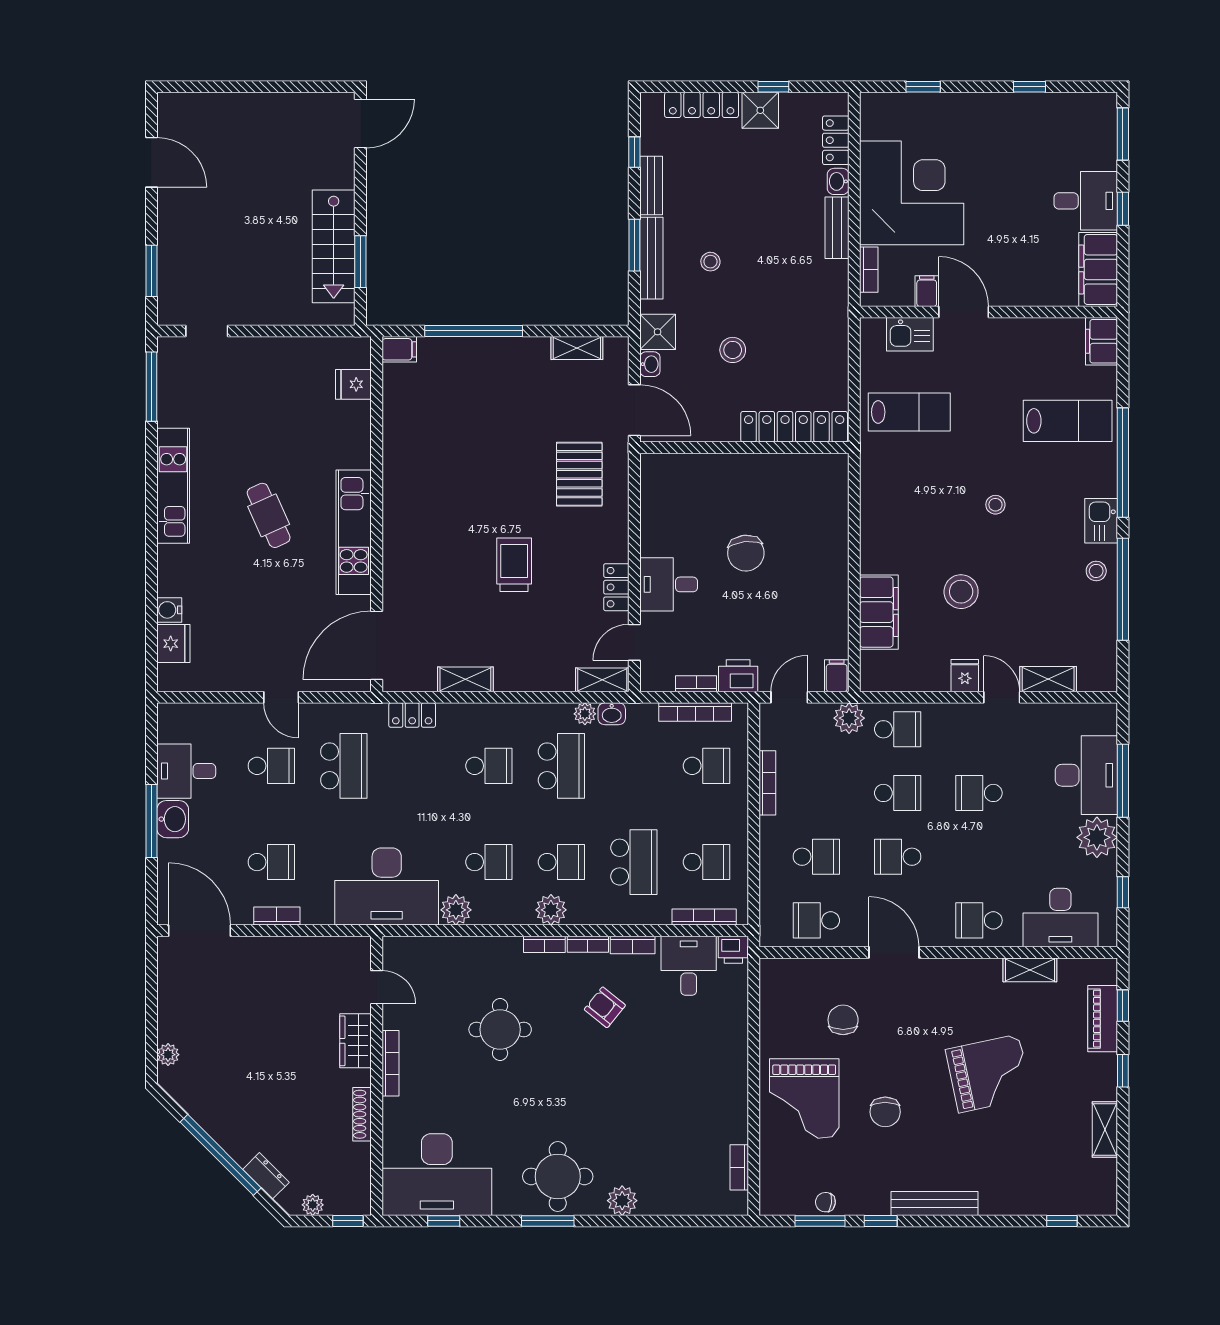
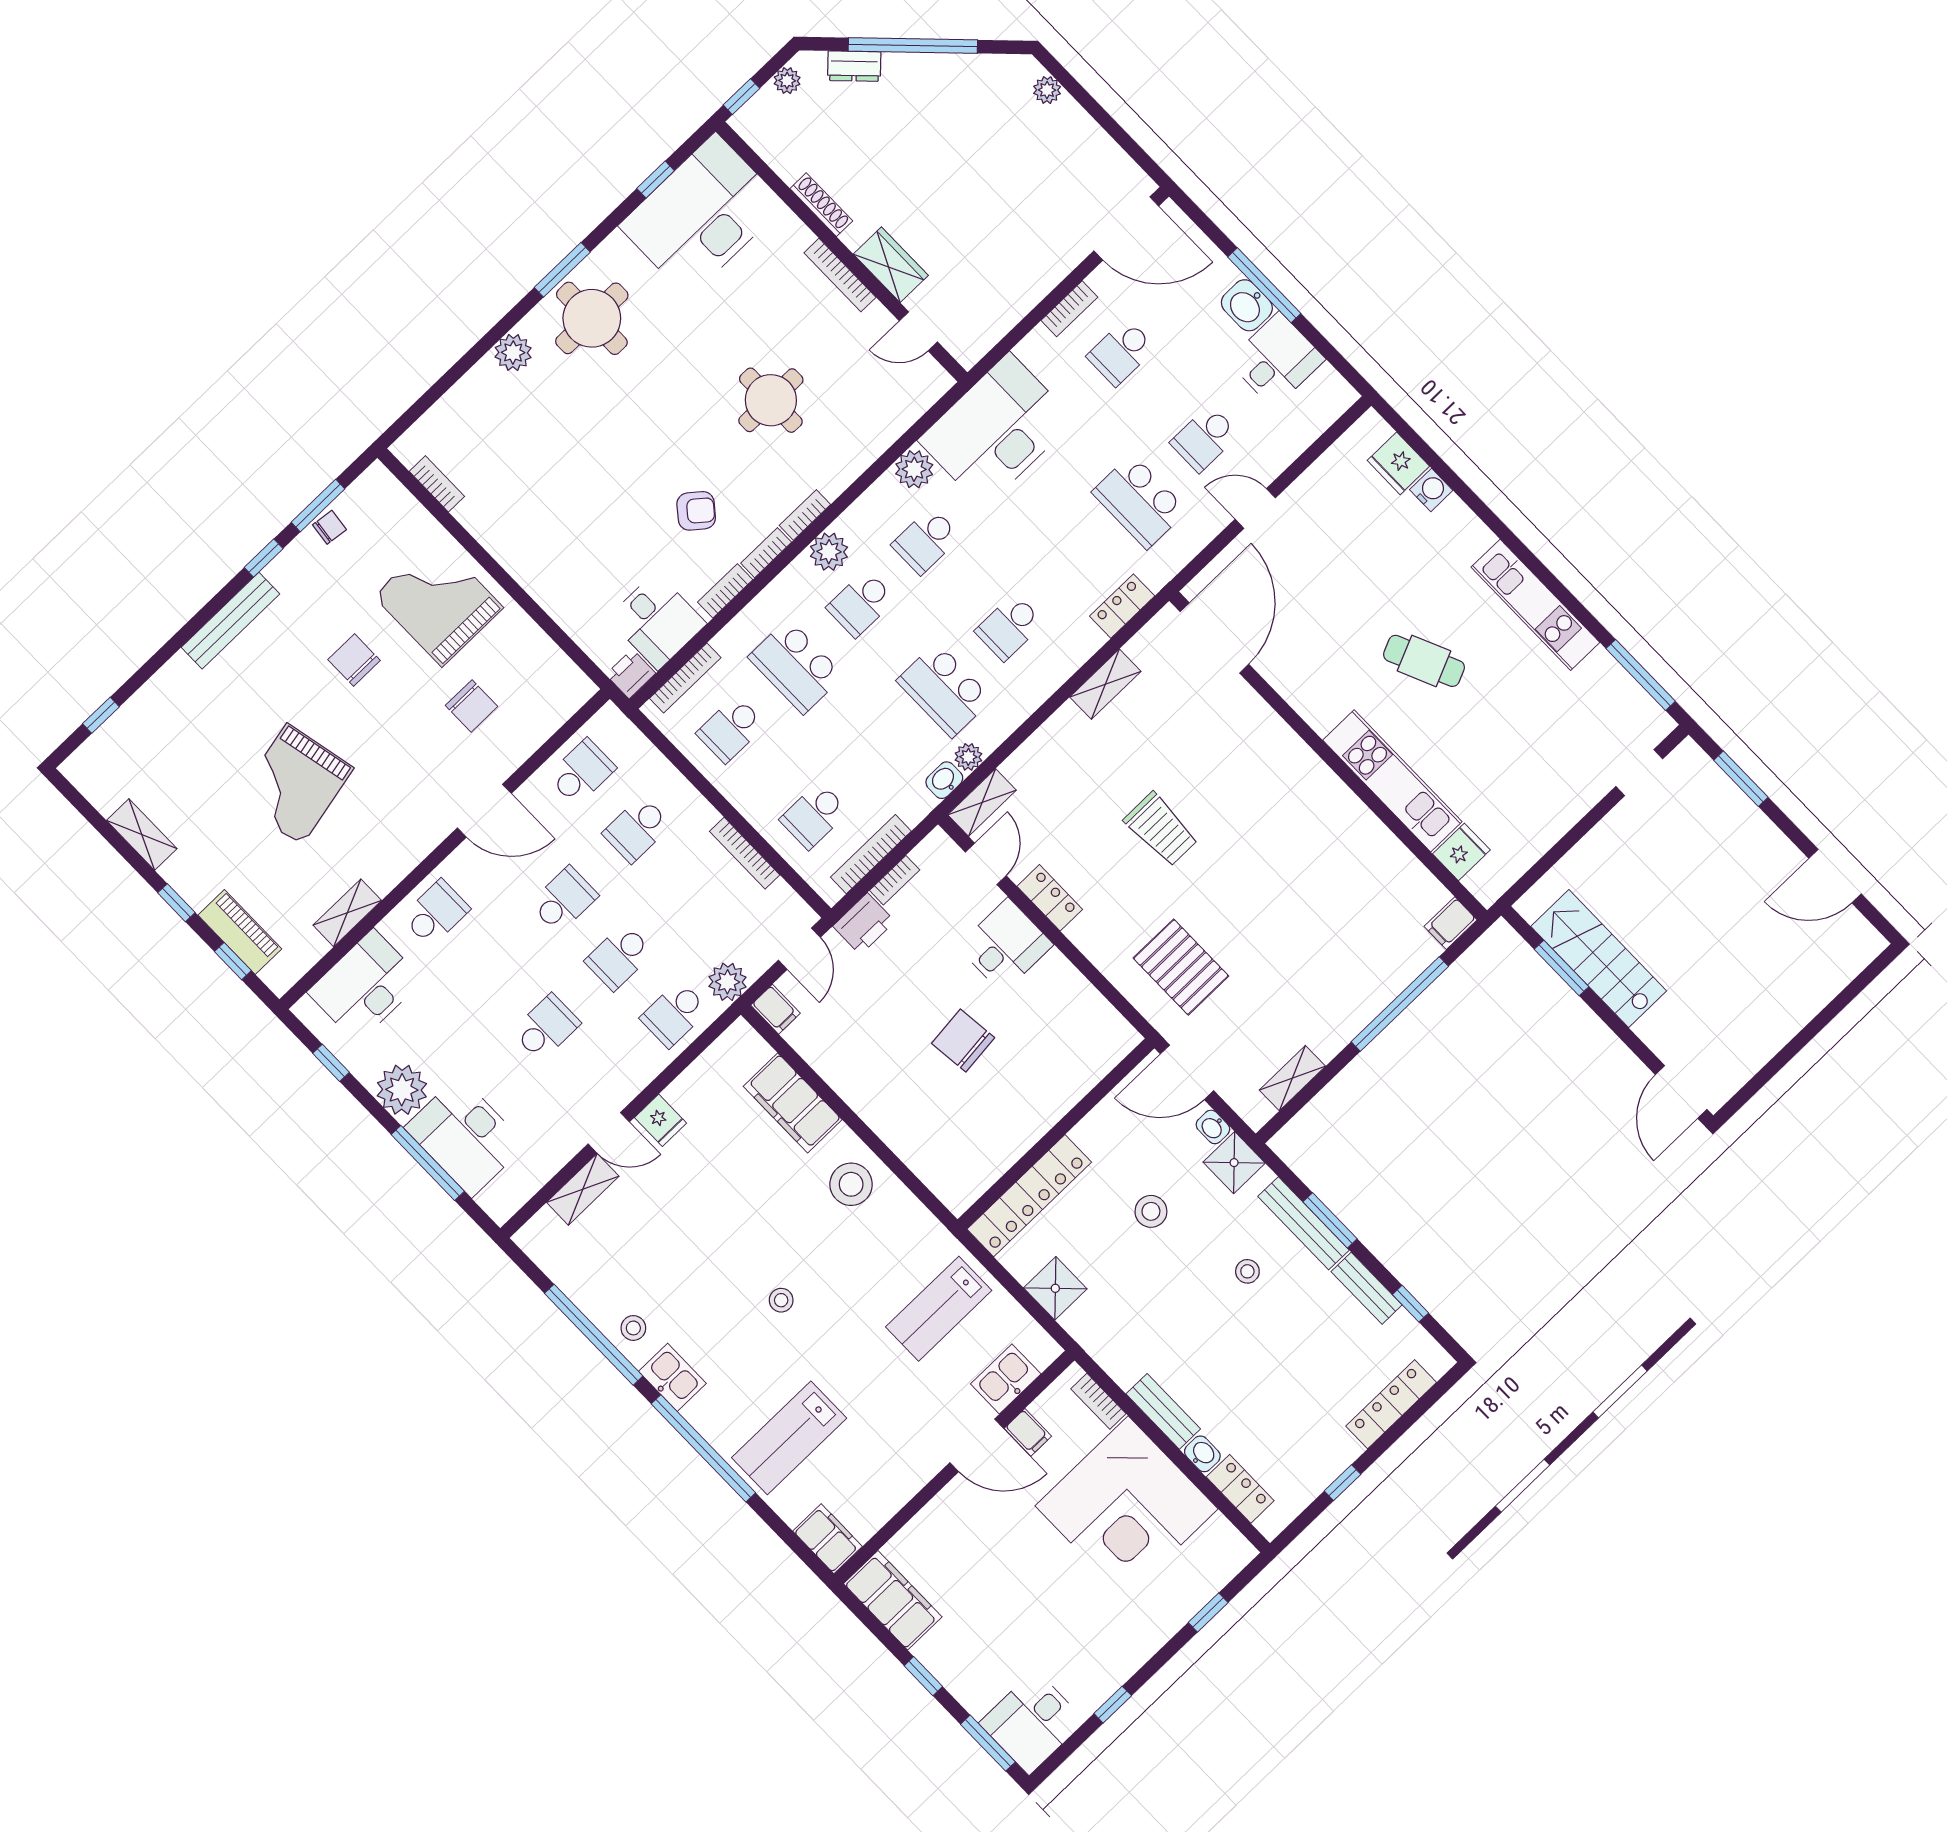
shower: (760, 110) -> (1055, 1288), moved
desk: (1086, 201) -> (1032, 1722), moved
kitchen unit: (354, 532) -> (1392, 781), moved
stool: (961, 592) -> (851, 1184), moved

